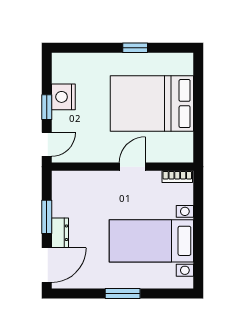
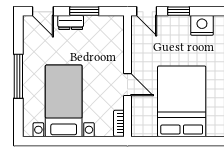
nightstand: (63, 97) -> (202, 25), moved
door: (47, 265) -> (43, 11), width x0.73
window: (123, 293) -> (18, 76), width x1.44

